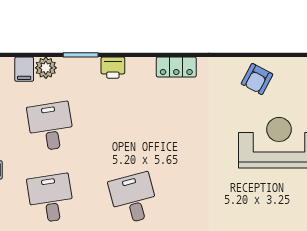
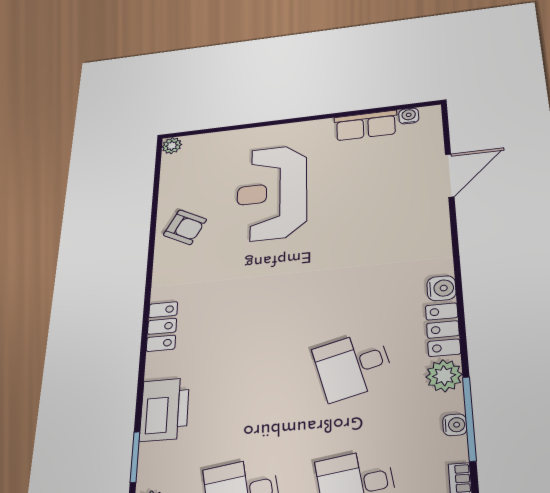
printer: (113, 68) -> (165, 409), width x1.87, depth x1.48

